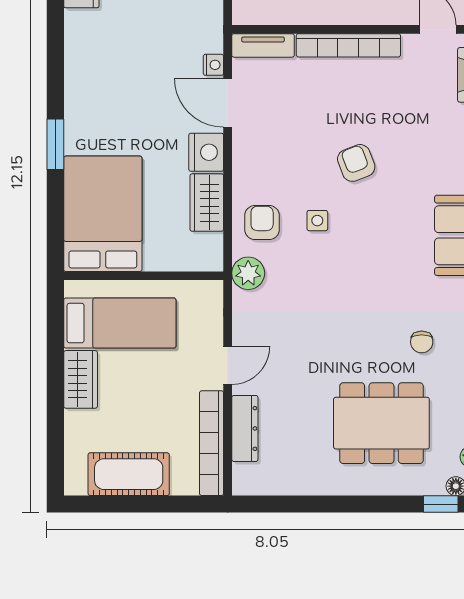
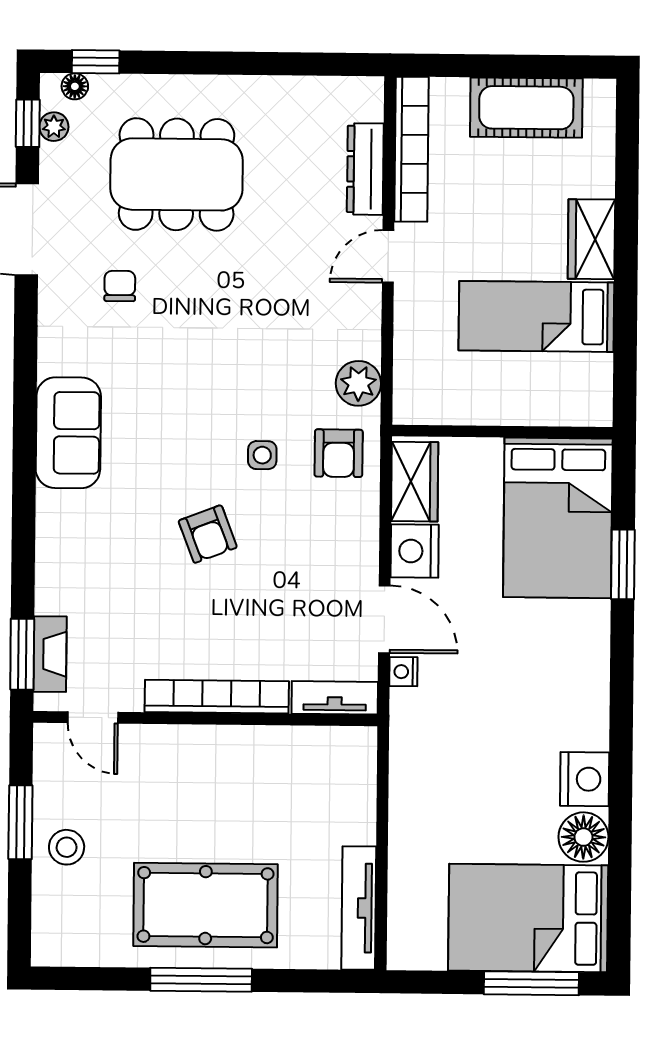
bed: (103, 214) -> (558, 518), moved
wall: (144, 276) -> (502, 432), moved

